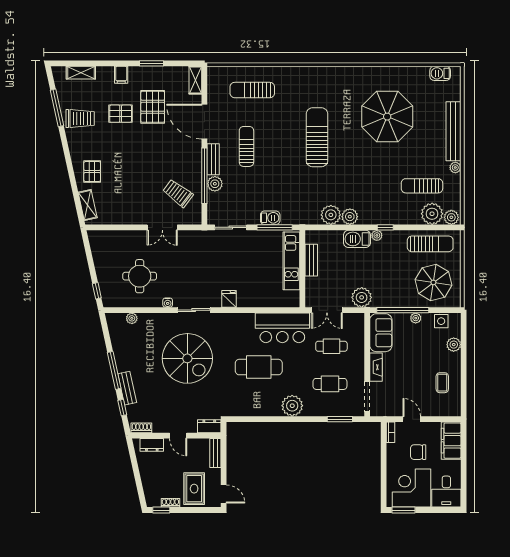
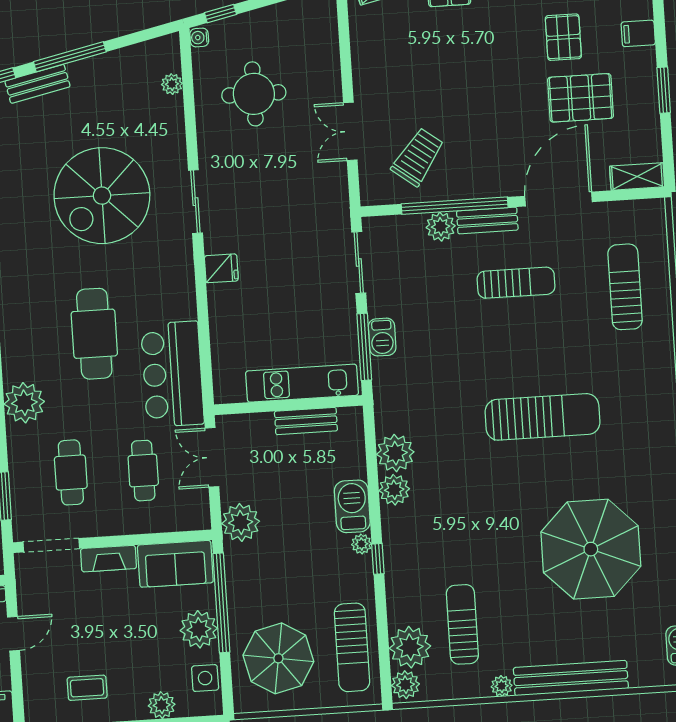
water cooler: (168, 303) -> (199, 37), moved
plant: (416, 318) -> (199, 629), width x1.88, depth x1.88

